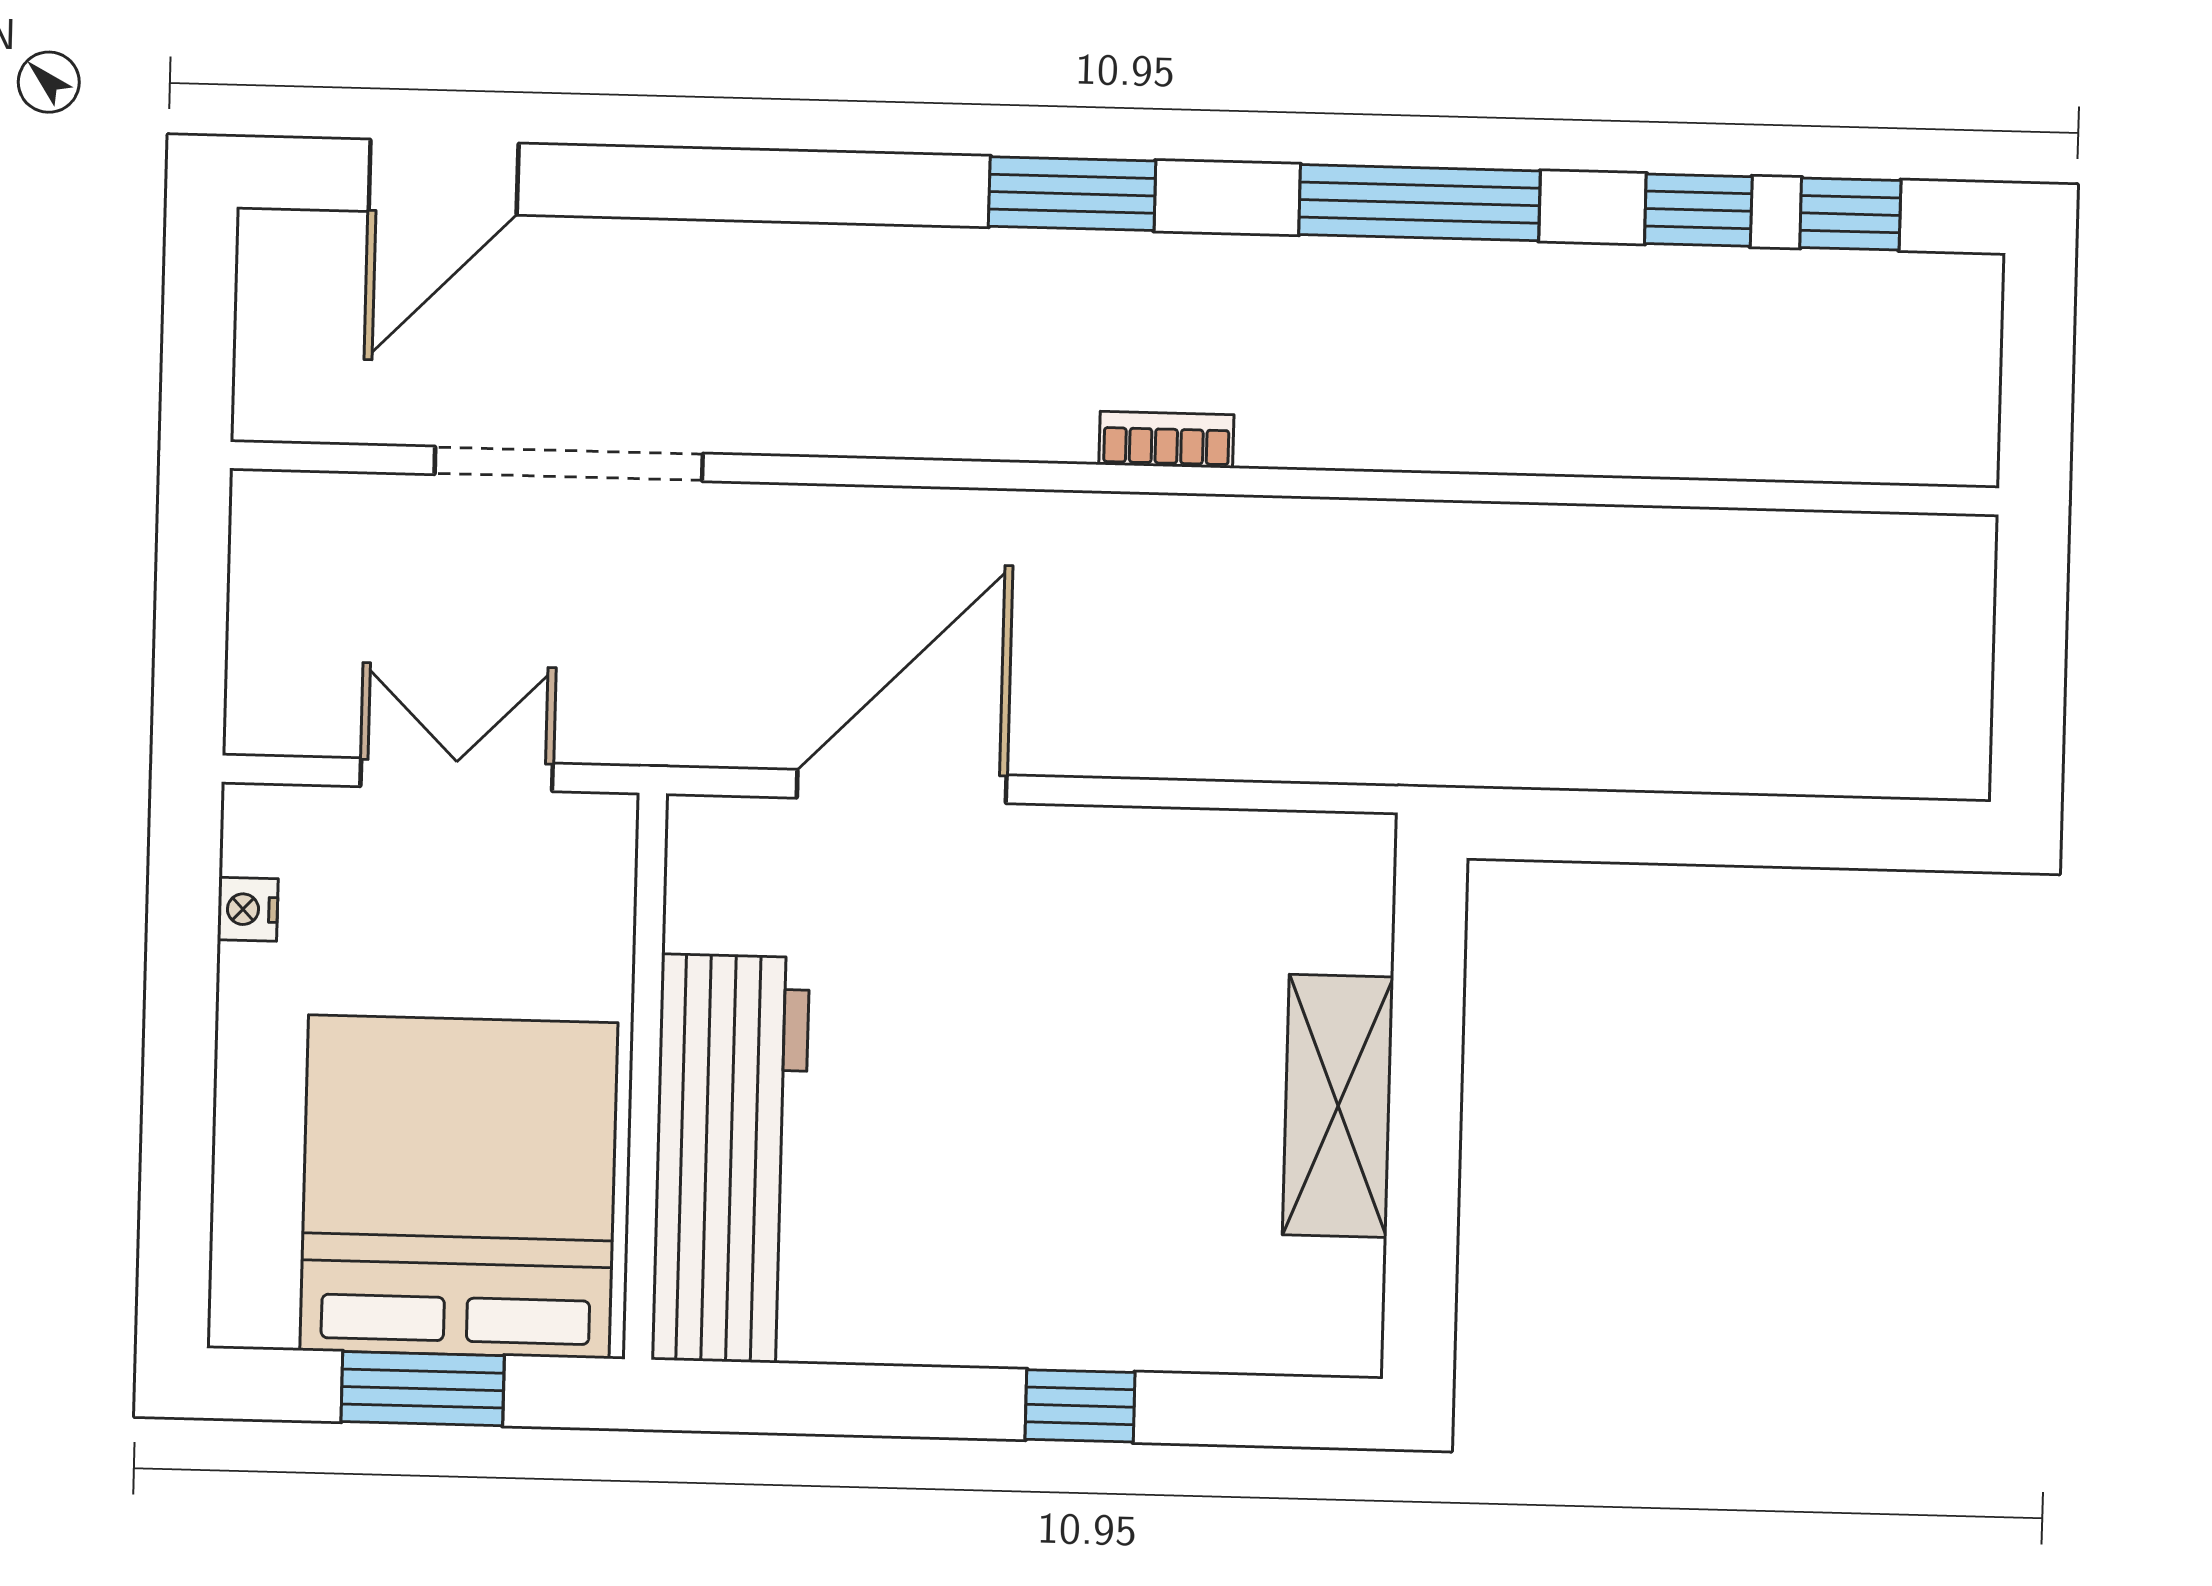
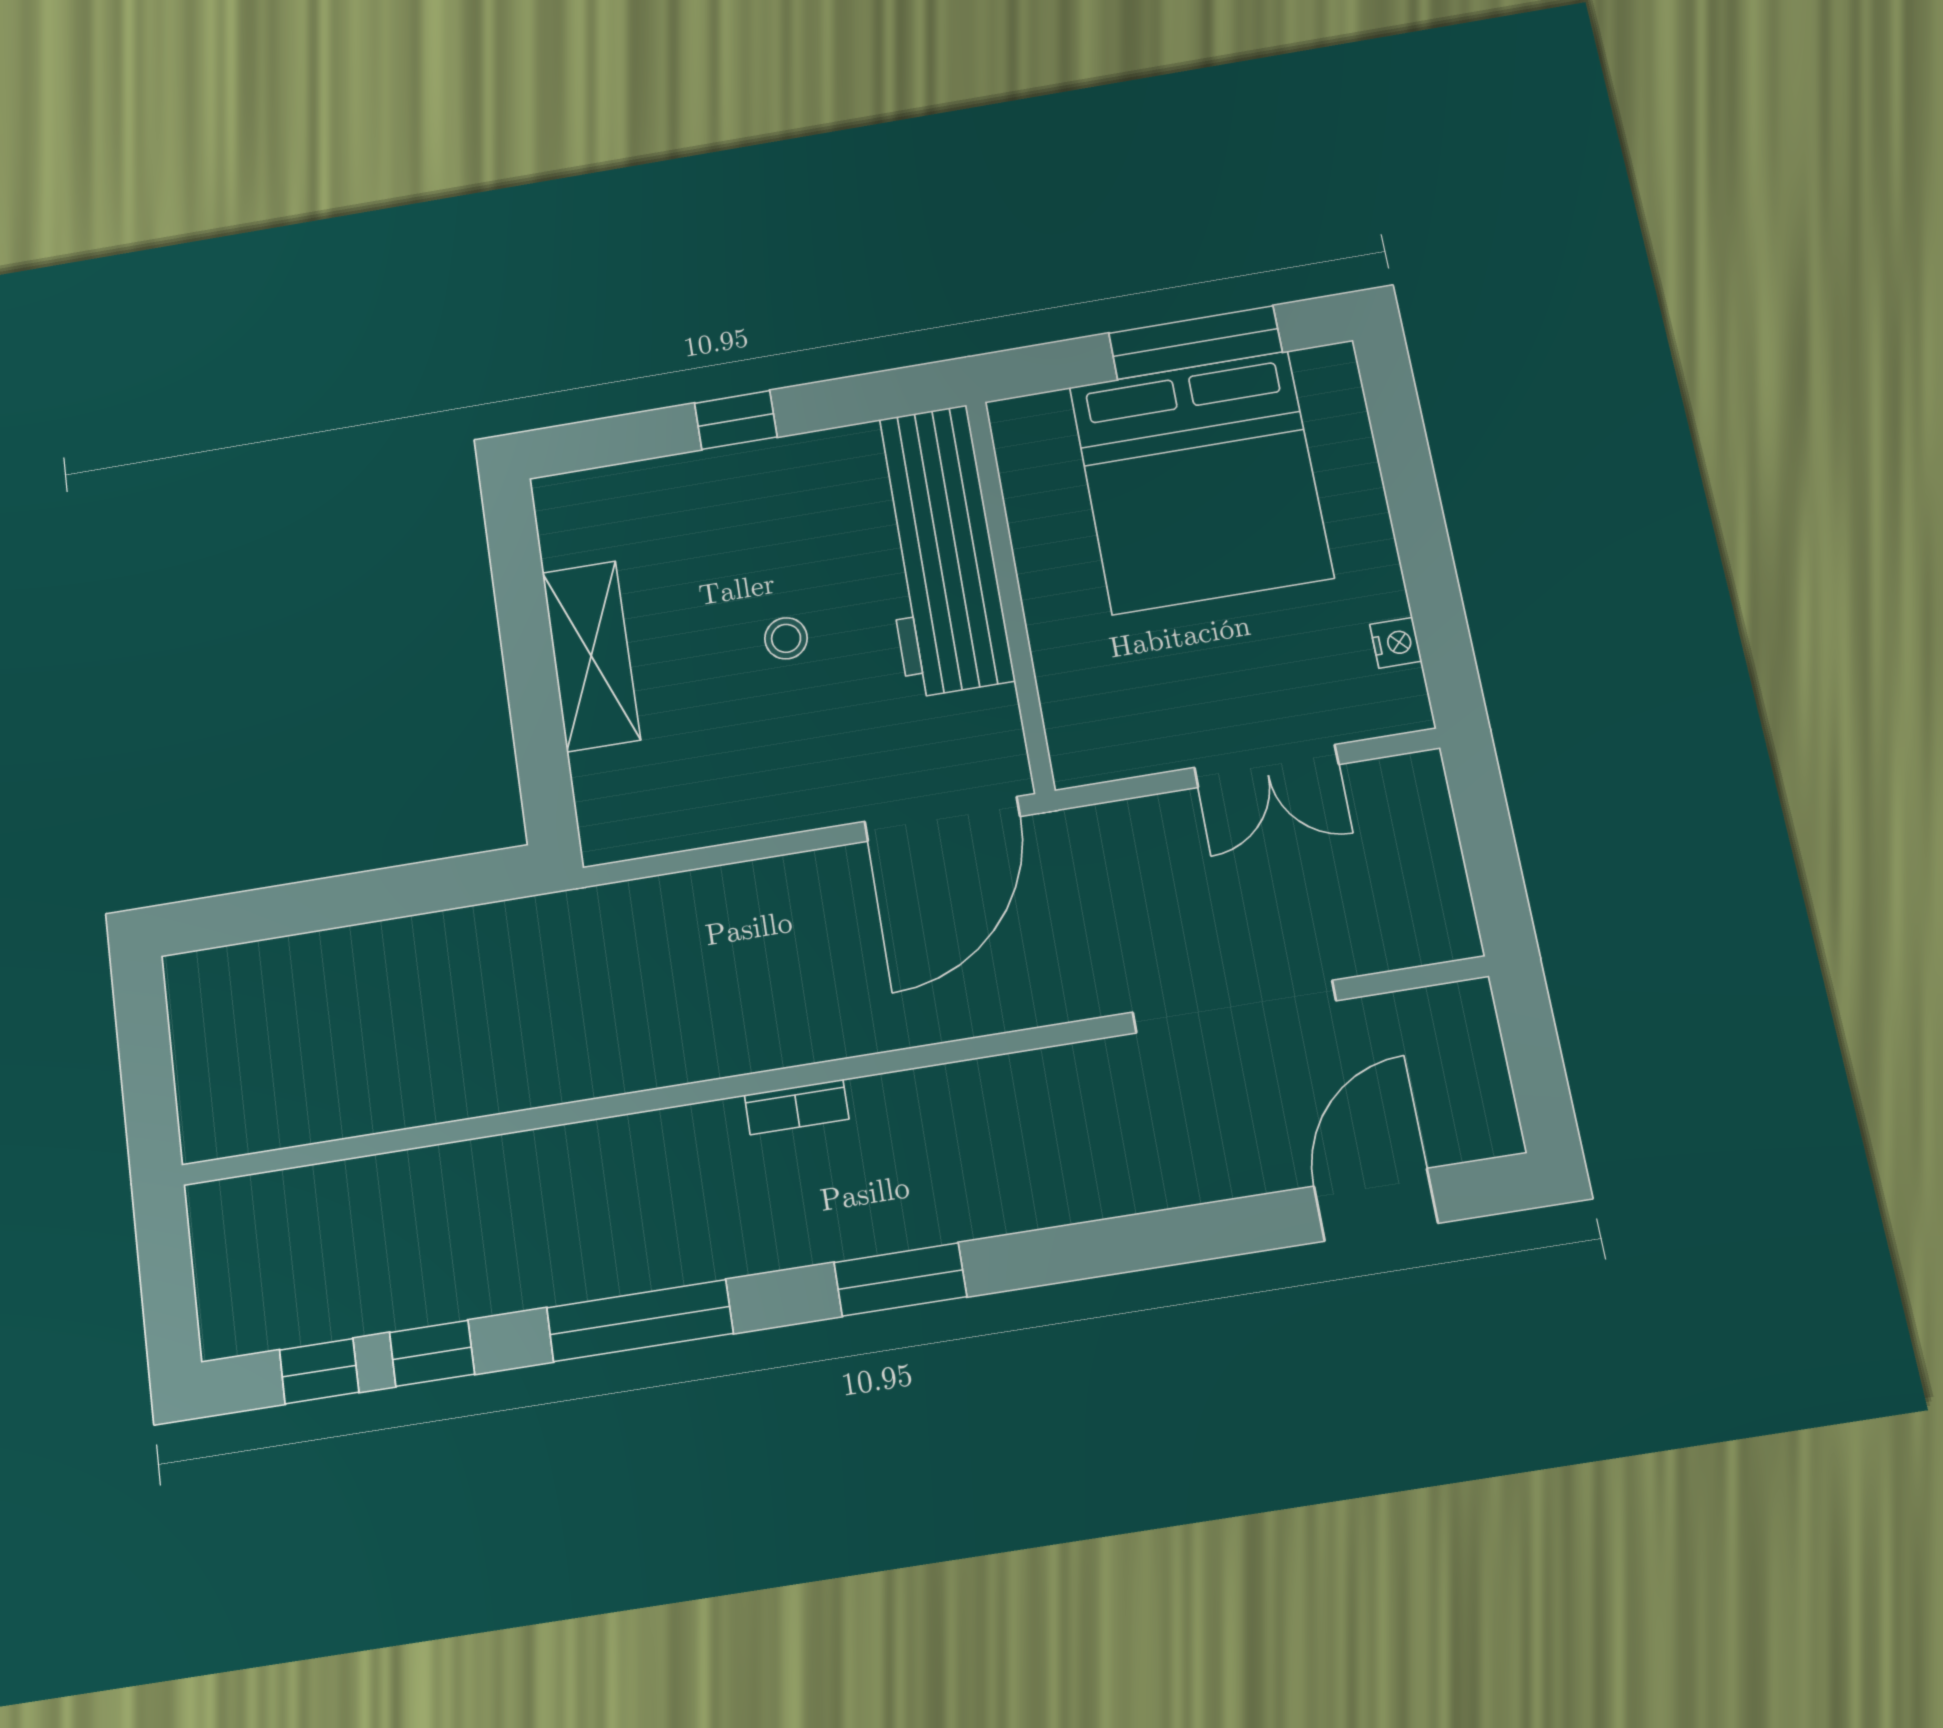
wall: (645, 1076) -> (1010, 595), moved
stool: (1066, 1078) -> (786, 638), added
workbench: (730, 1159) -> (938, 550), moved
window: (423, 1389) -> (1195, 343), width x1.44

